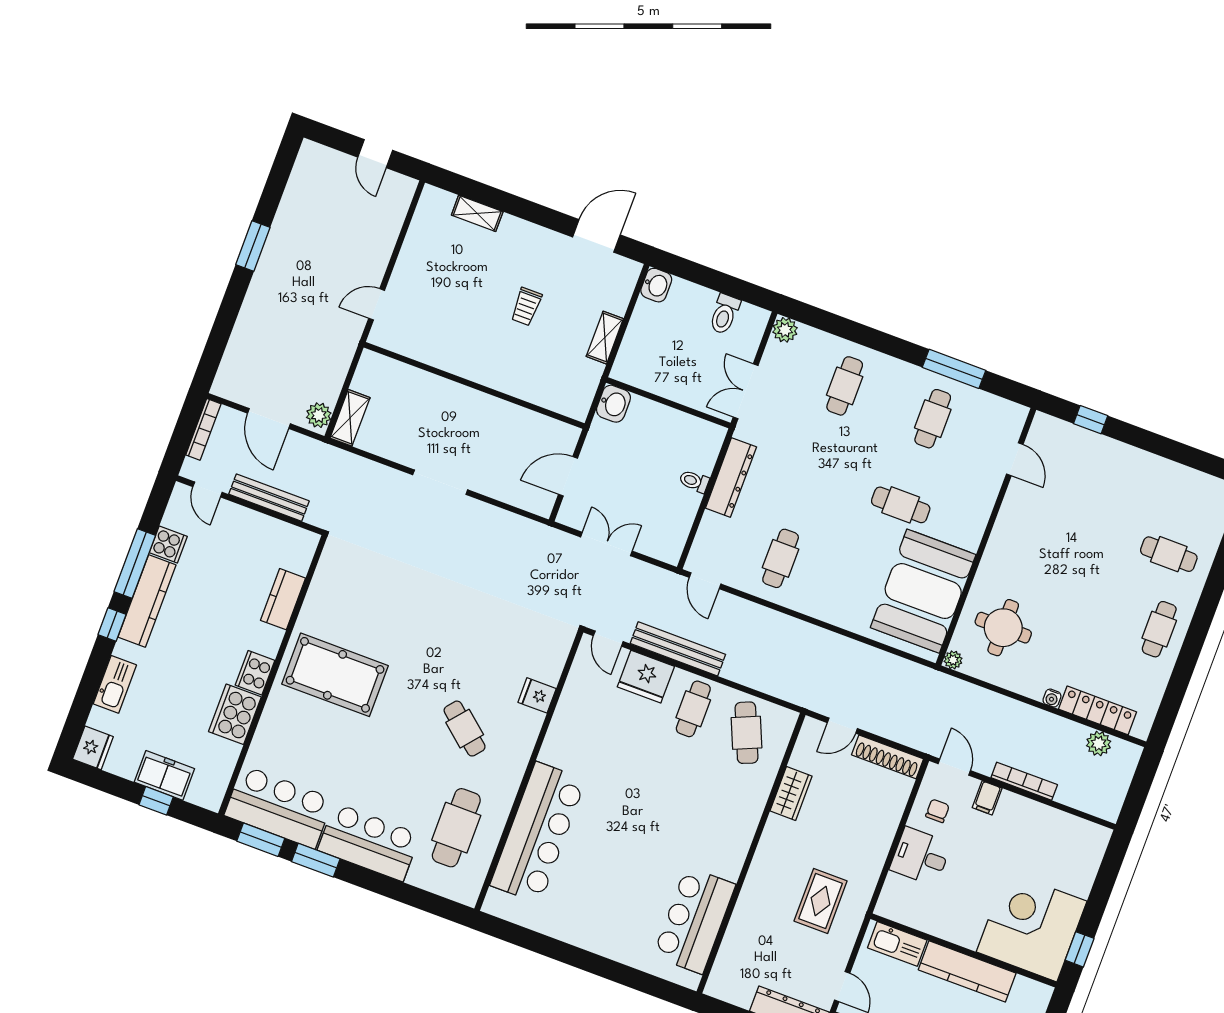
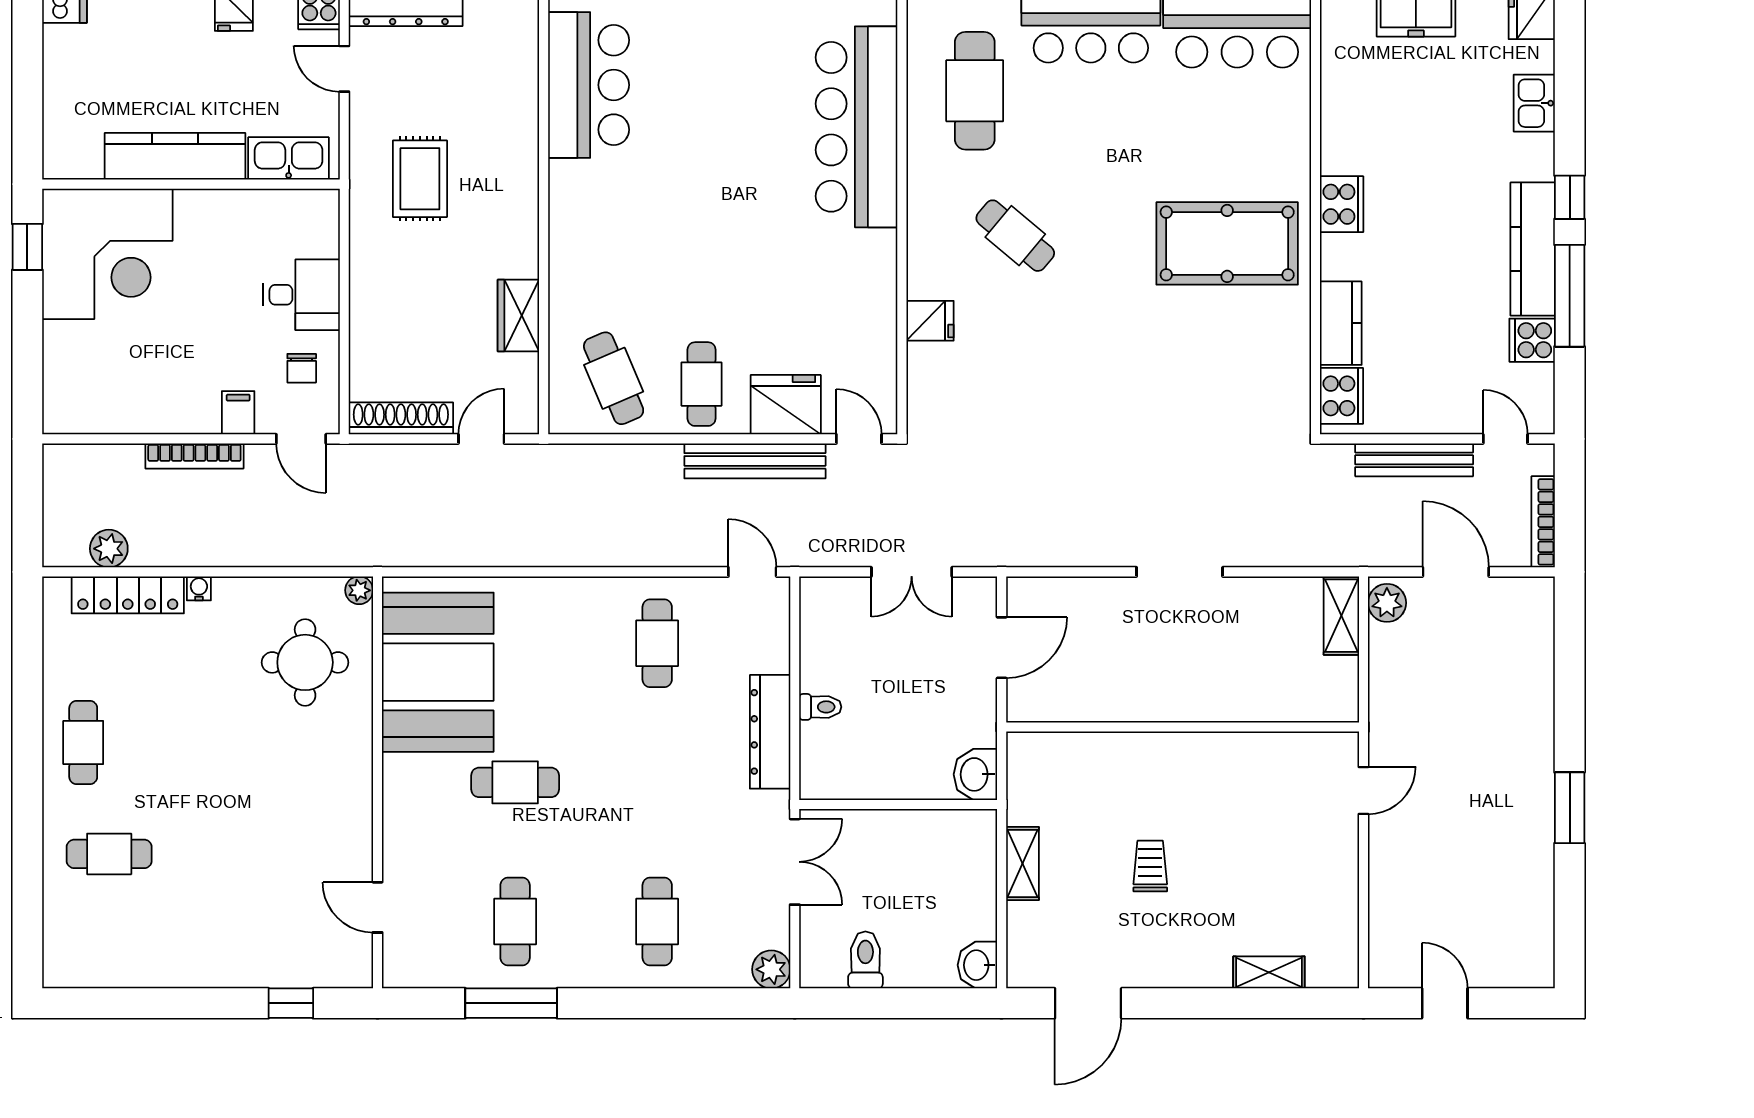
kitchen sink: (115, 684) -> (1534, 103), width x0.73
cooker: (235, 714) -> (1342, 396), moved, width x0.73, depth x0.76

